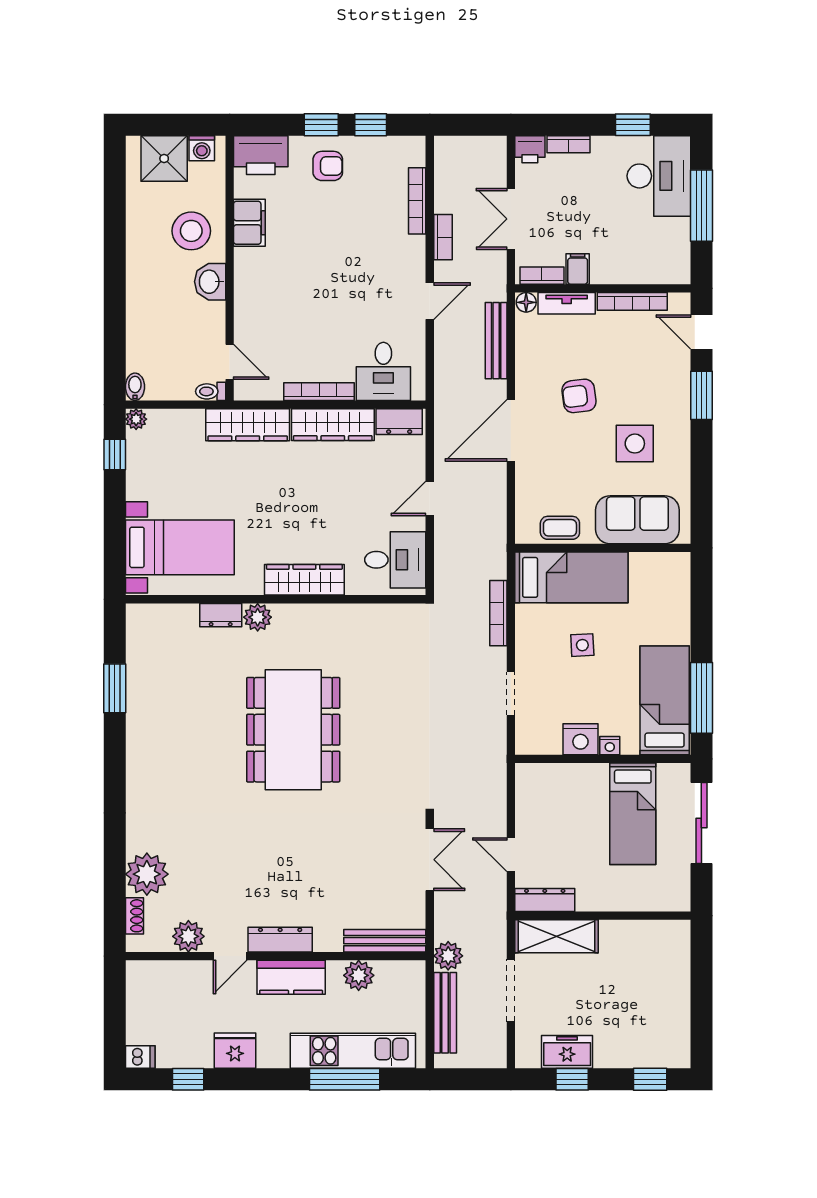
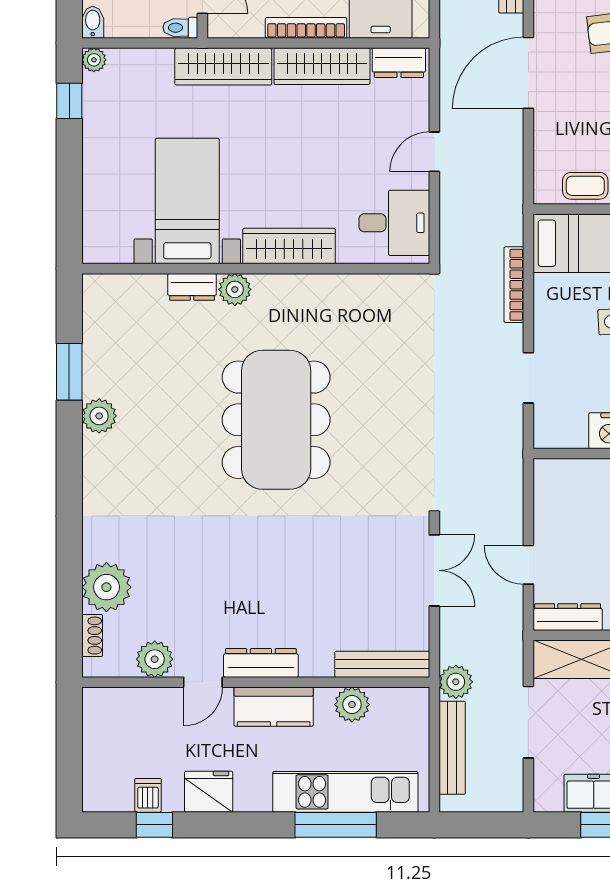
bed with nightstands: (180, 547) -> (187, 201), moved, turned -90
plant: (140, 726) -> (99, 416), added
dishwasher: (140, 1057) -> (148, 795), moved, turned -90

